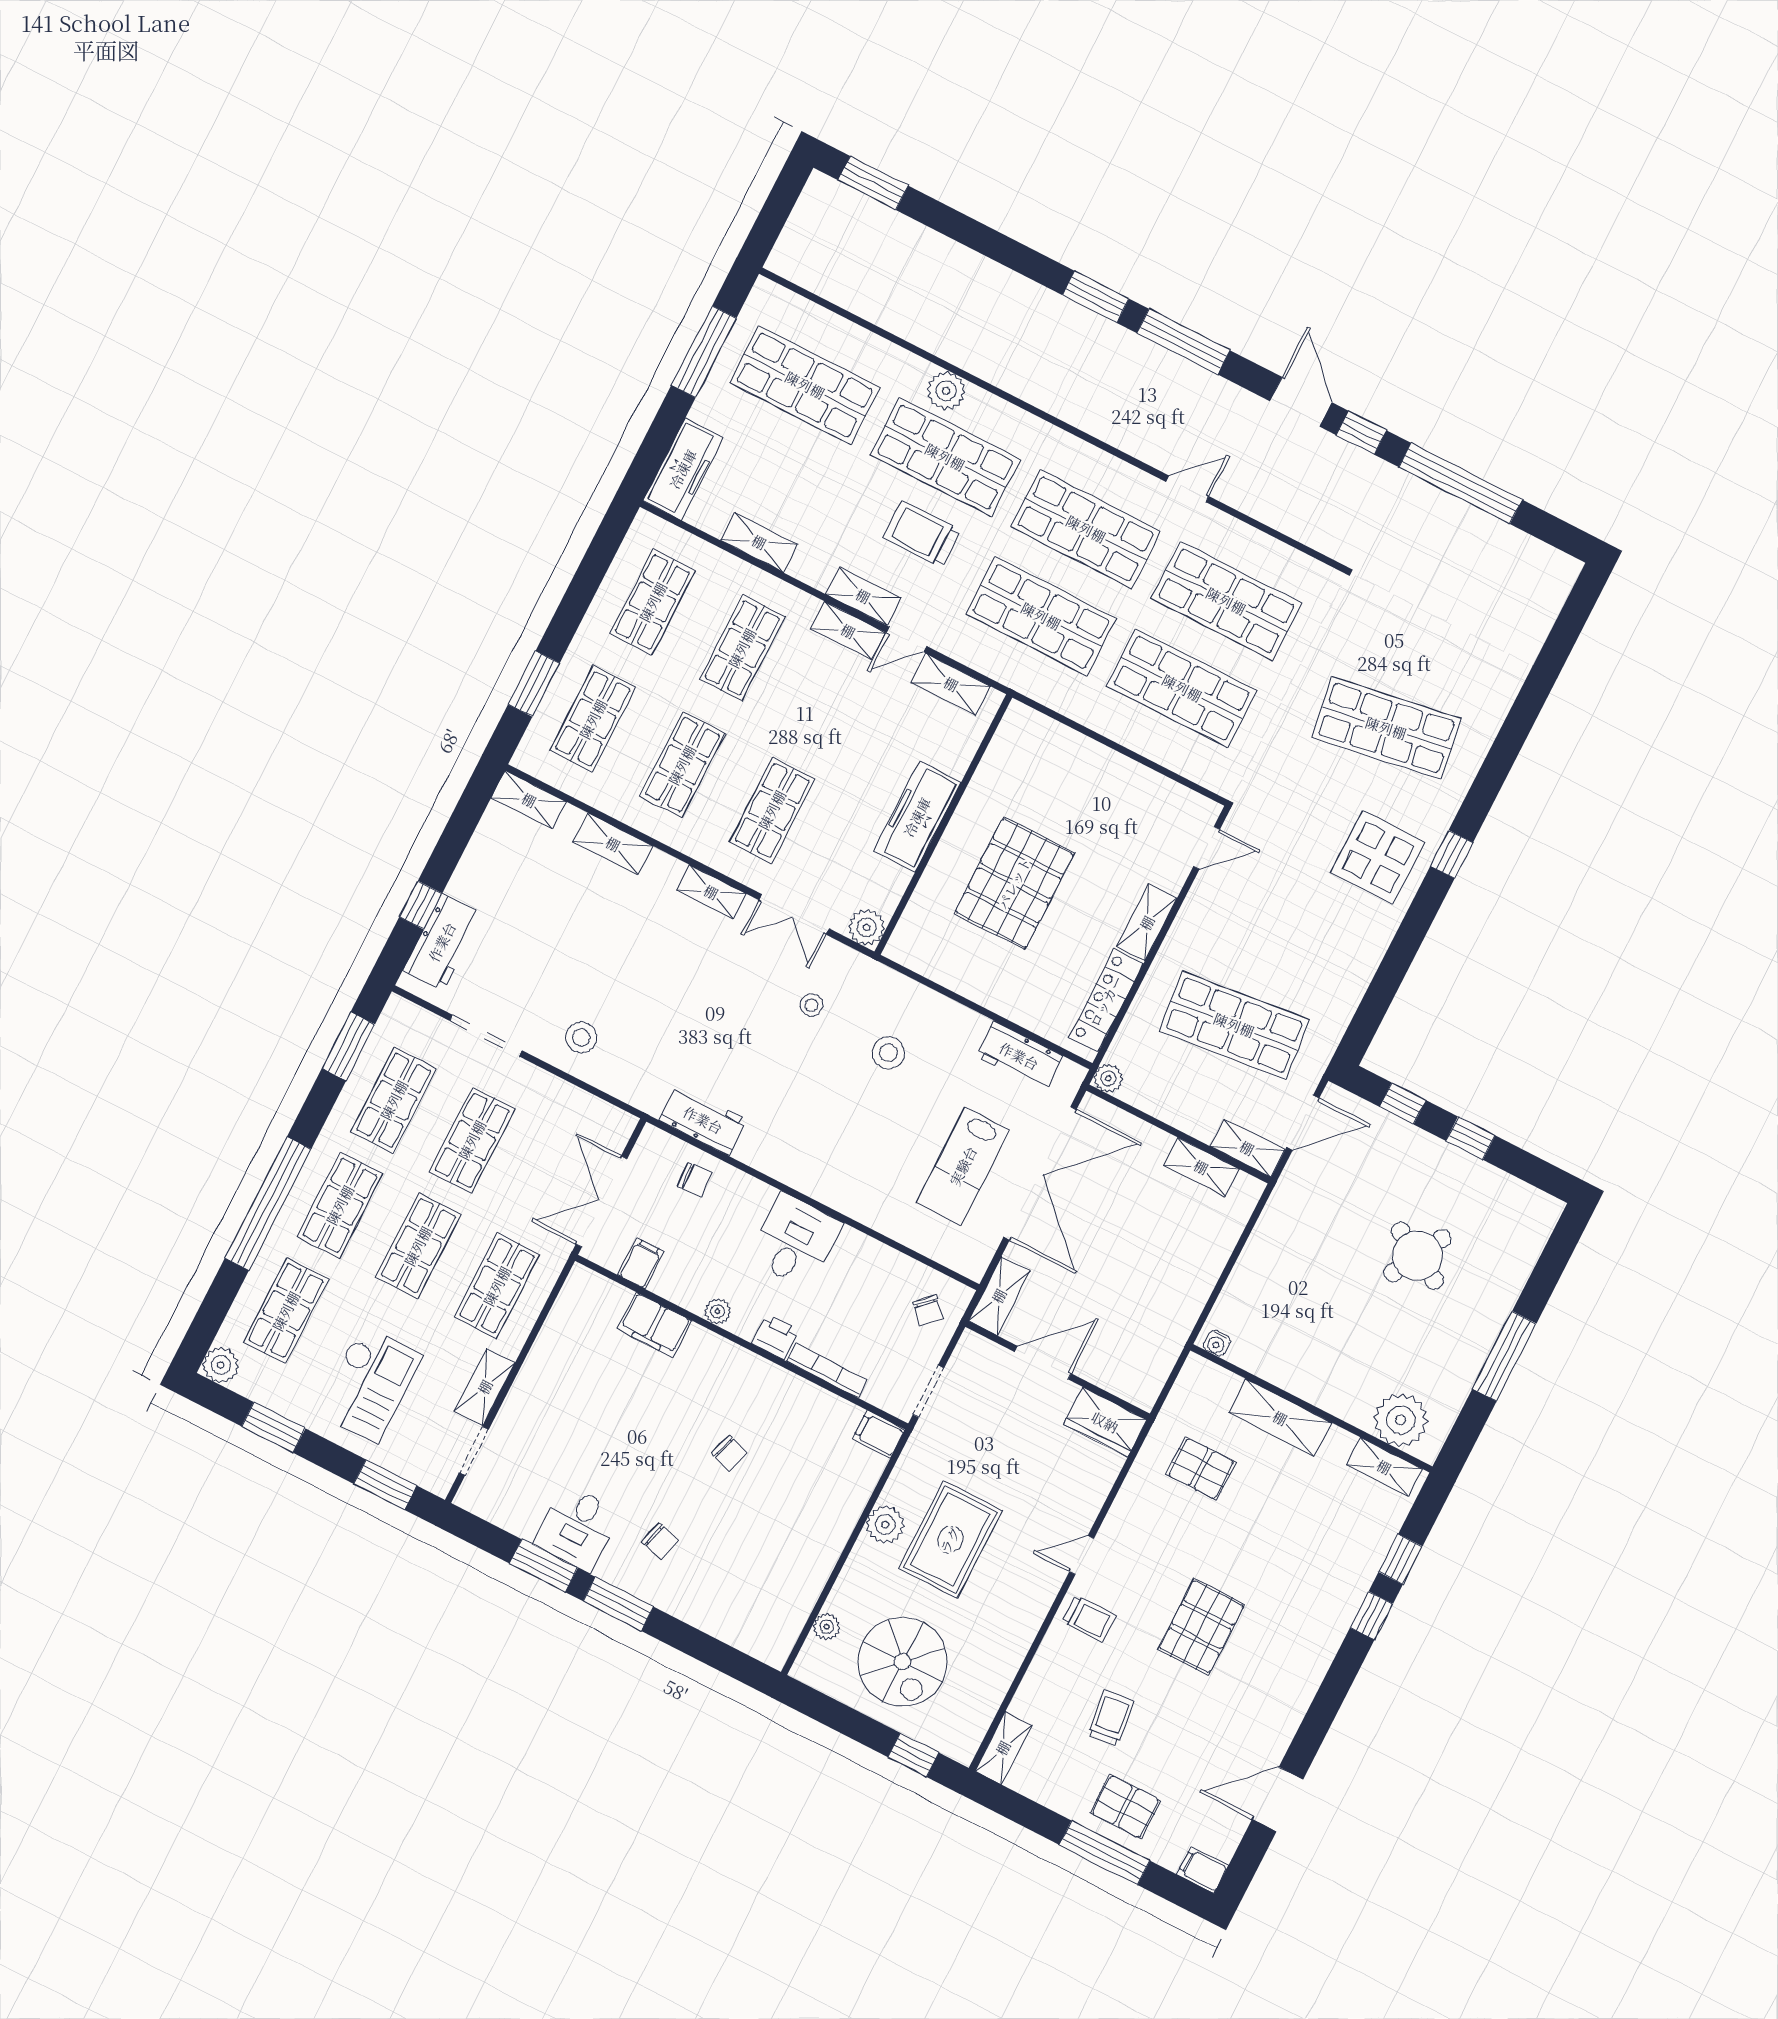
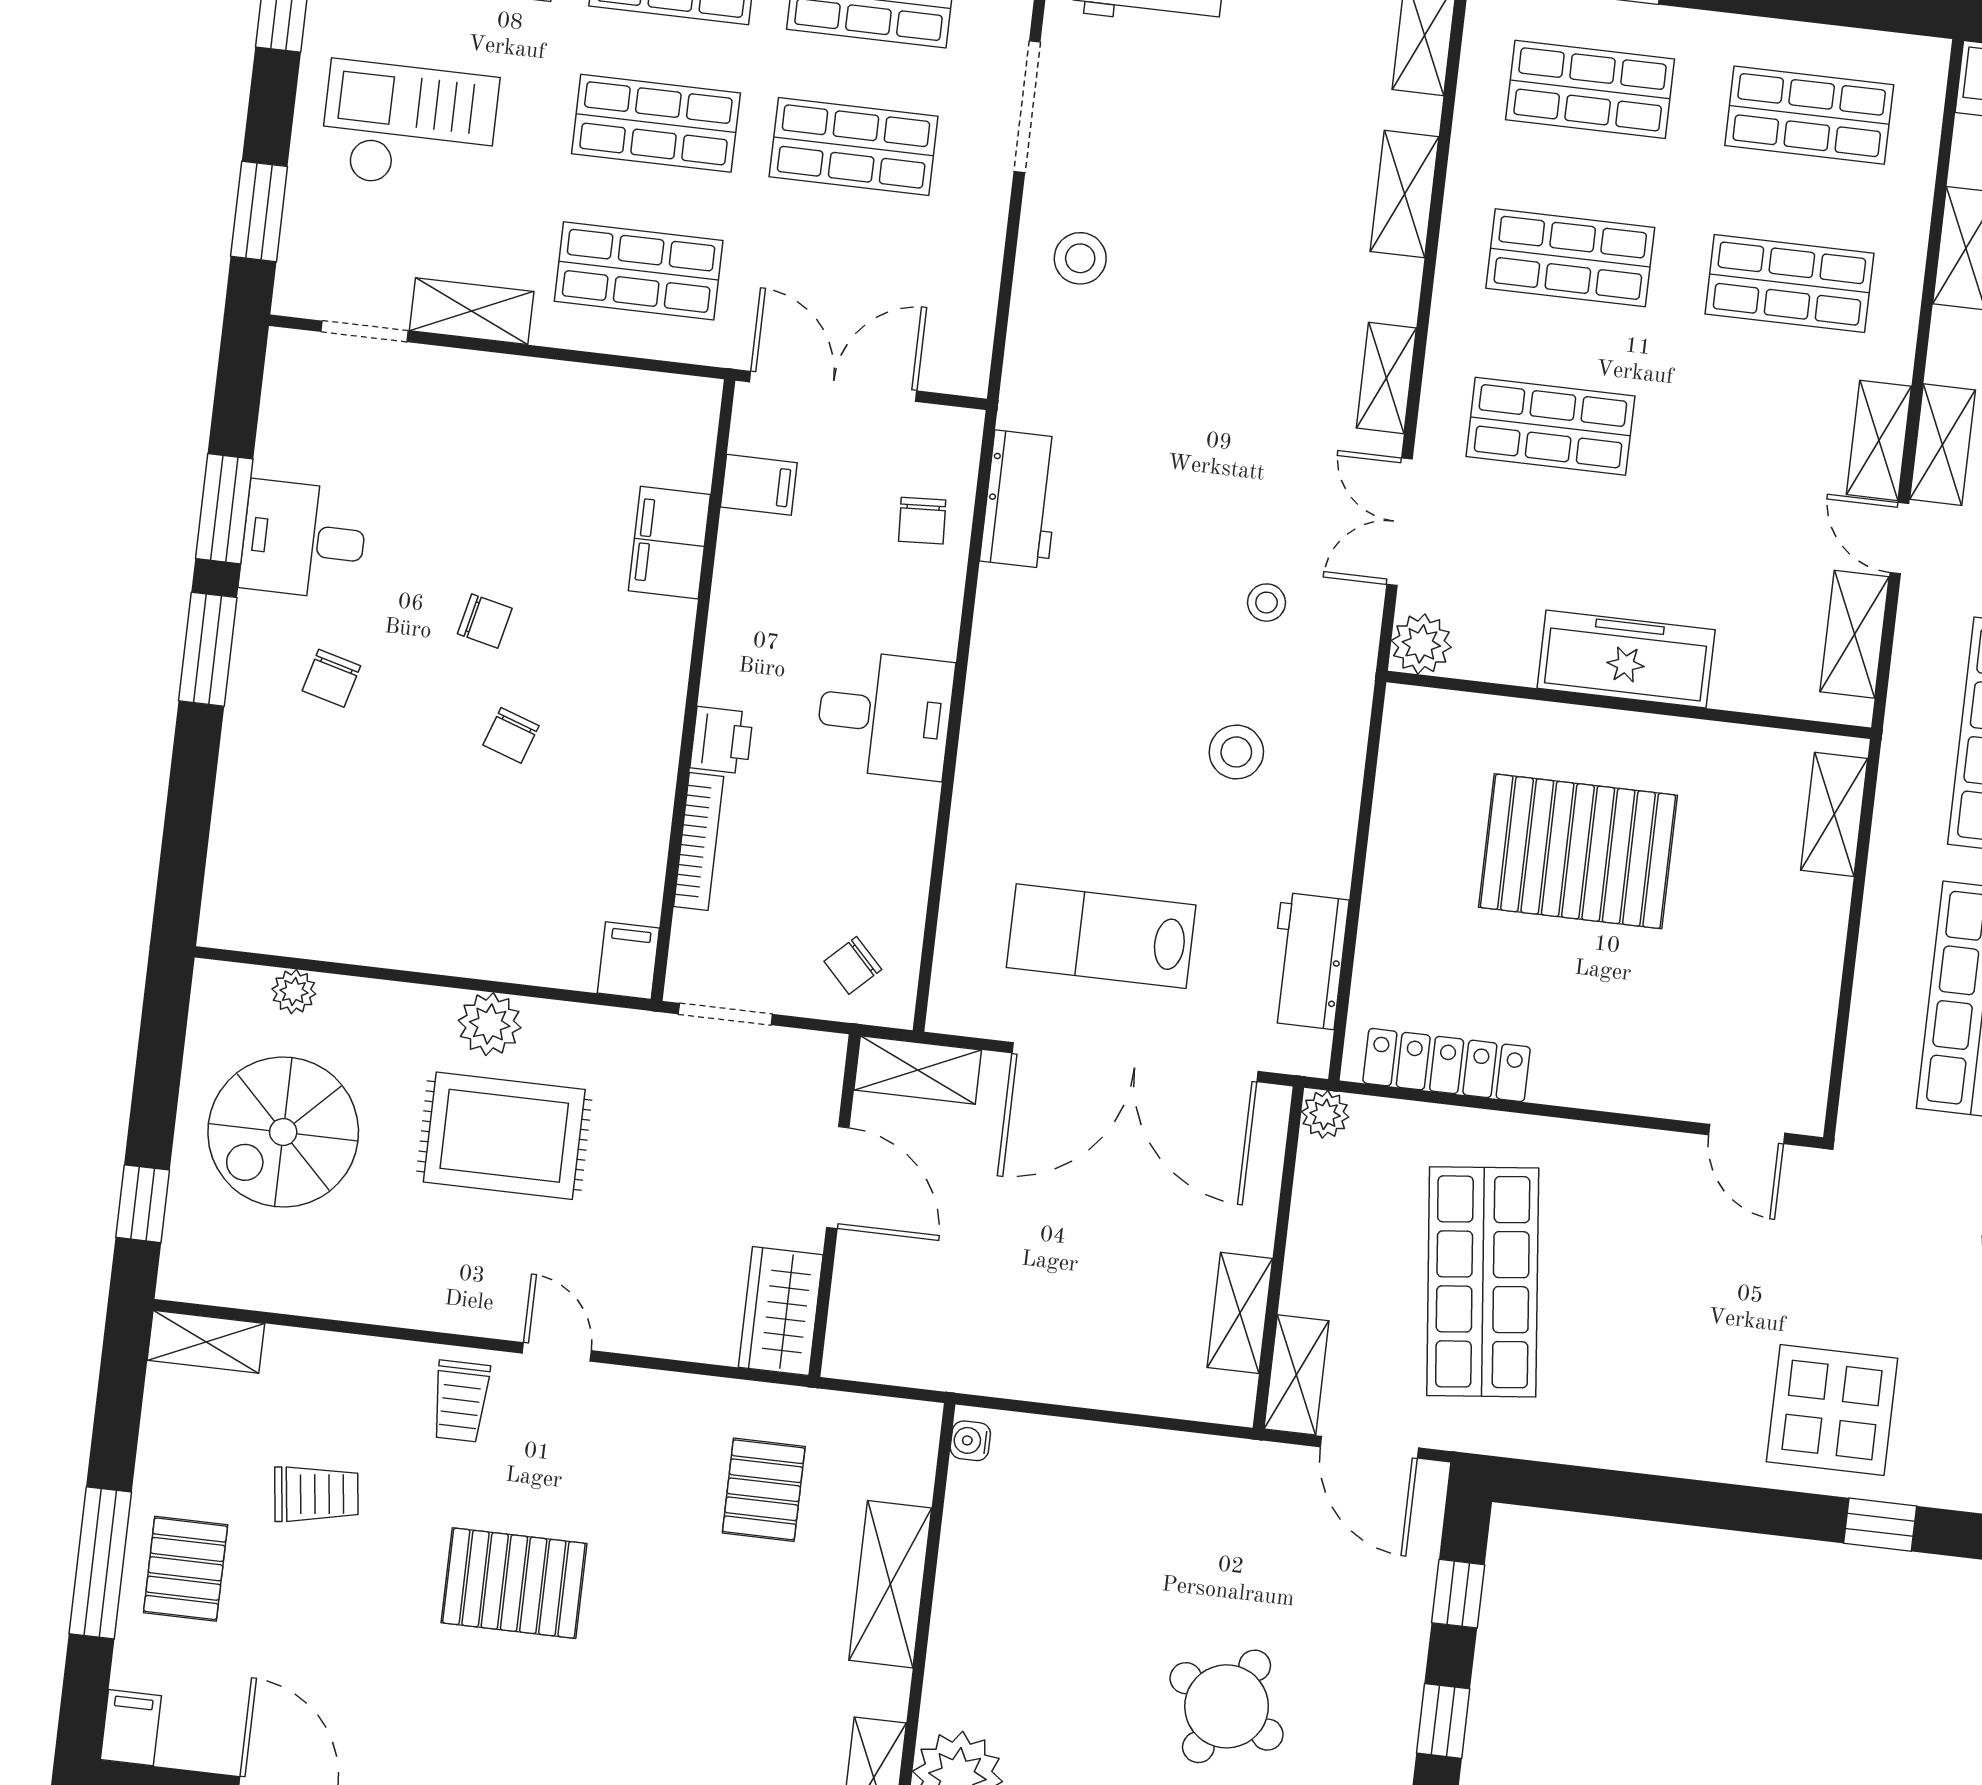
shelving: (1147, 923) -> (1834, 814), moved, turned 90
plant: (718, 1311) -> (728, 634), removed
checkout: (369, 1384) -> (409, 127), turned 180
chair: (660, 1444) -> (485, 621), added

